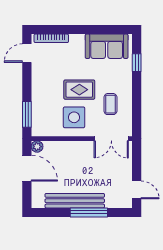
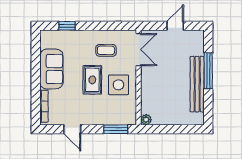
sofa: (107, 46) -> (51, 69), moved
door: (27, 53) -> (72, 129), moved
door: (27, 168) -> (166, 129), removed
door: (137, 190) -> (175, 26), moved

